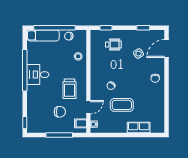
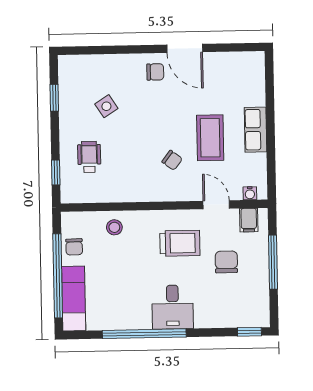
door: (167, 49) -> (185, 48), moved
desk: (38, 75) -> (173, 307), moved
row of seats: (139, 128) -> (255, 130), moved

